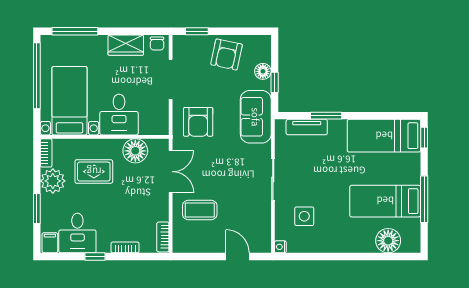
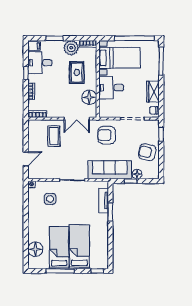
sofa: (256, 117) -> (110, 170), width x1.36
bed: (384, 136) -> (79, 247), moved

